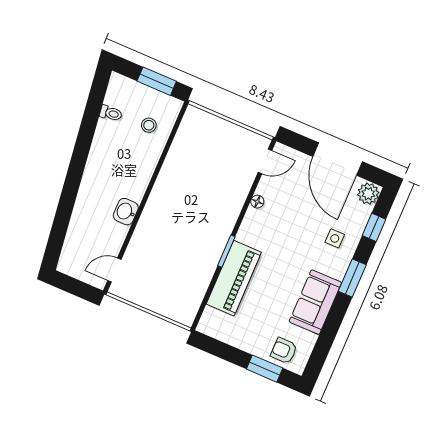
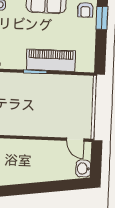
washbasin: (126, 212) -> (83, 169), moved, turned 90

